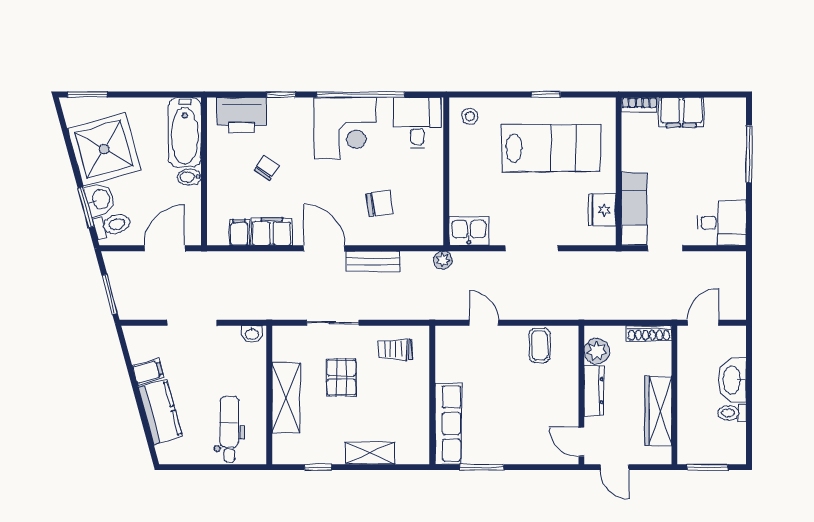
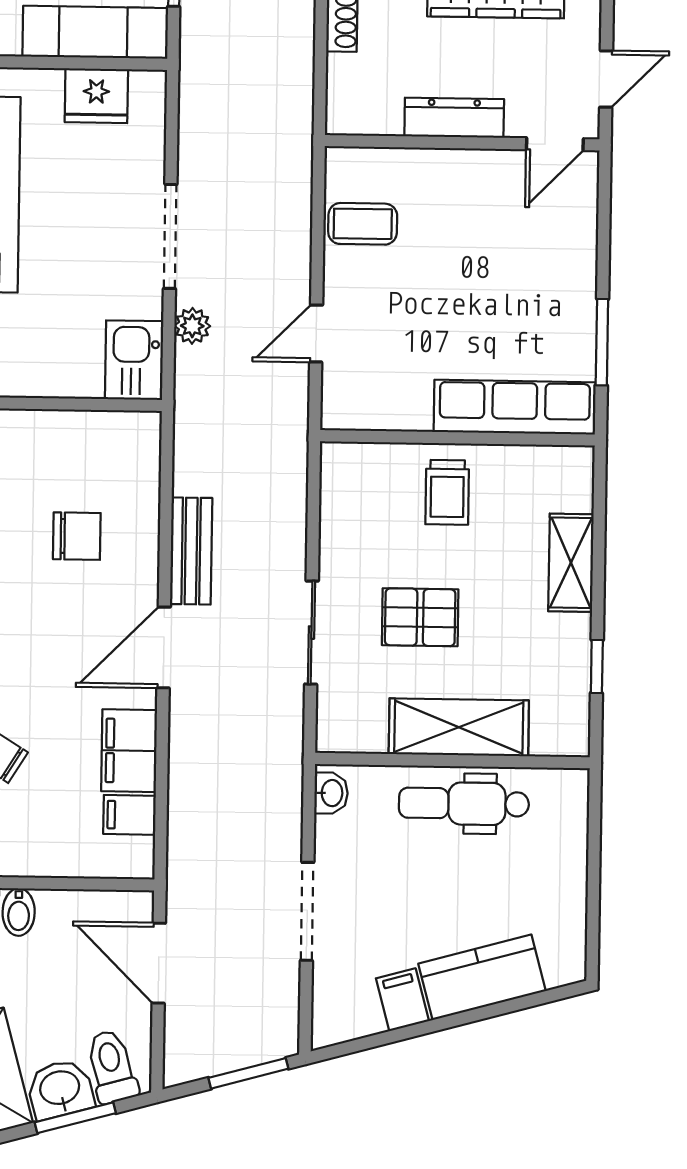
chair: (380, 203) -> (77, 536), turned 98
plant: (443, 260) -> (192, 326), moved
trolley: (395, 349) -> (447, 492), moved
plant: (597, 351) -> (376, 111), removed
dental chair: (229, 429) -> (464, 804), moved

